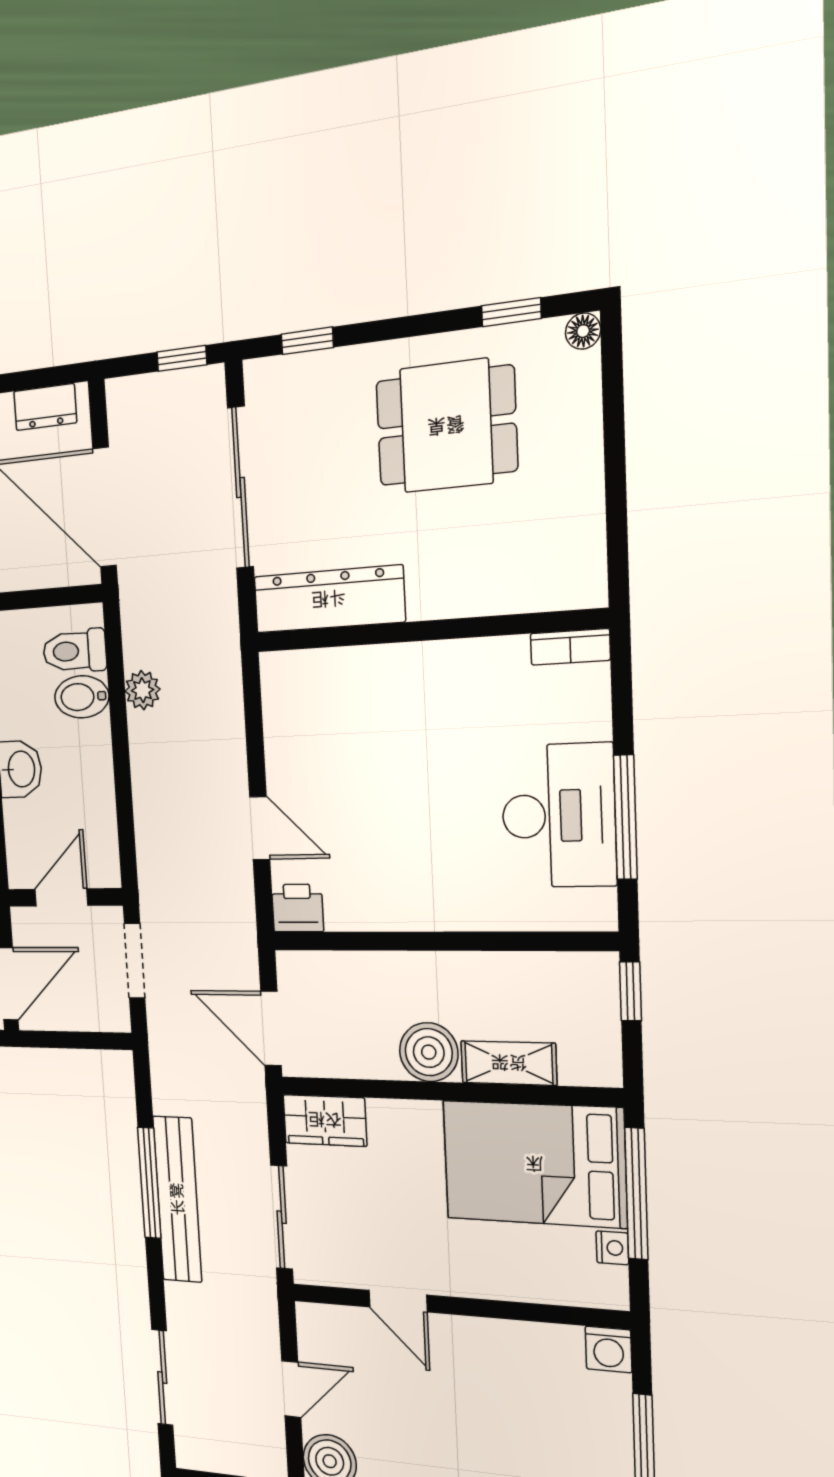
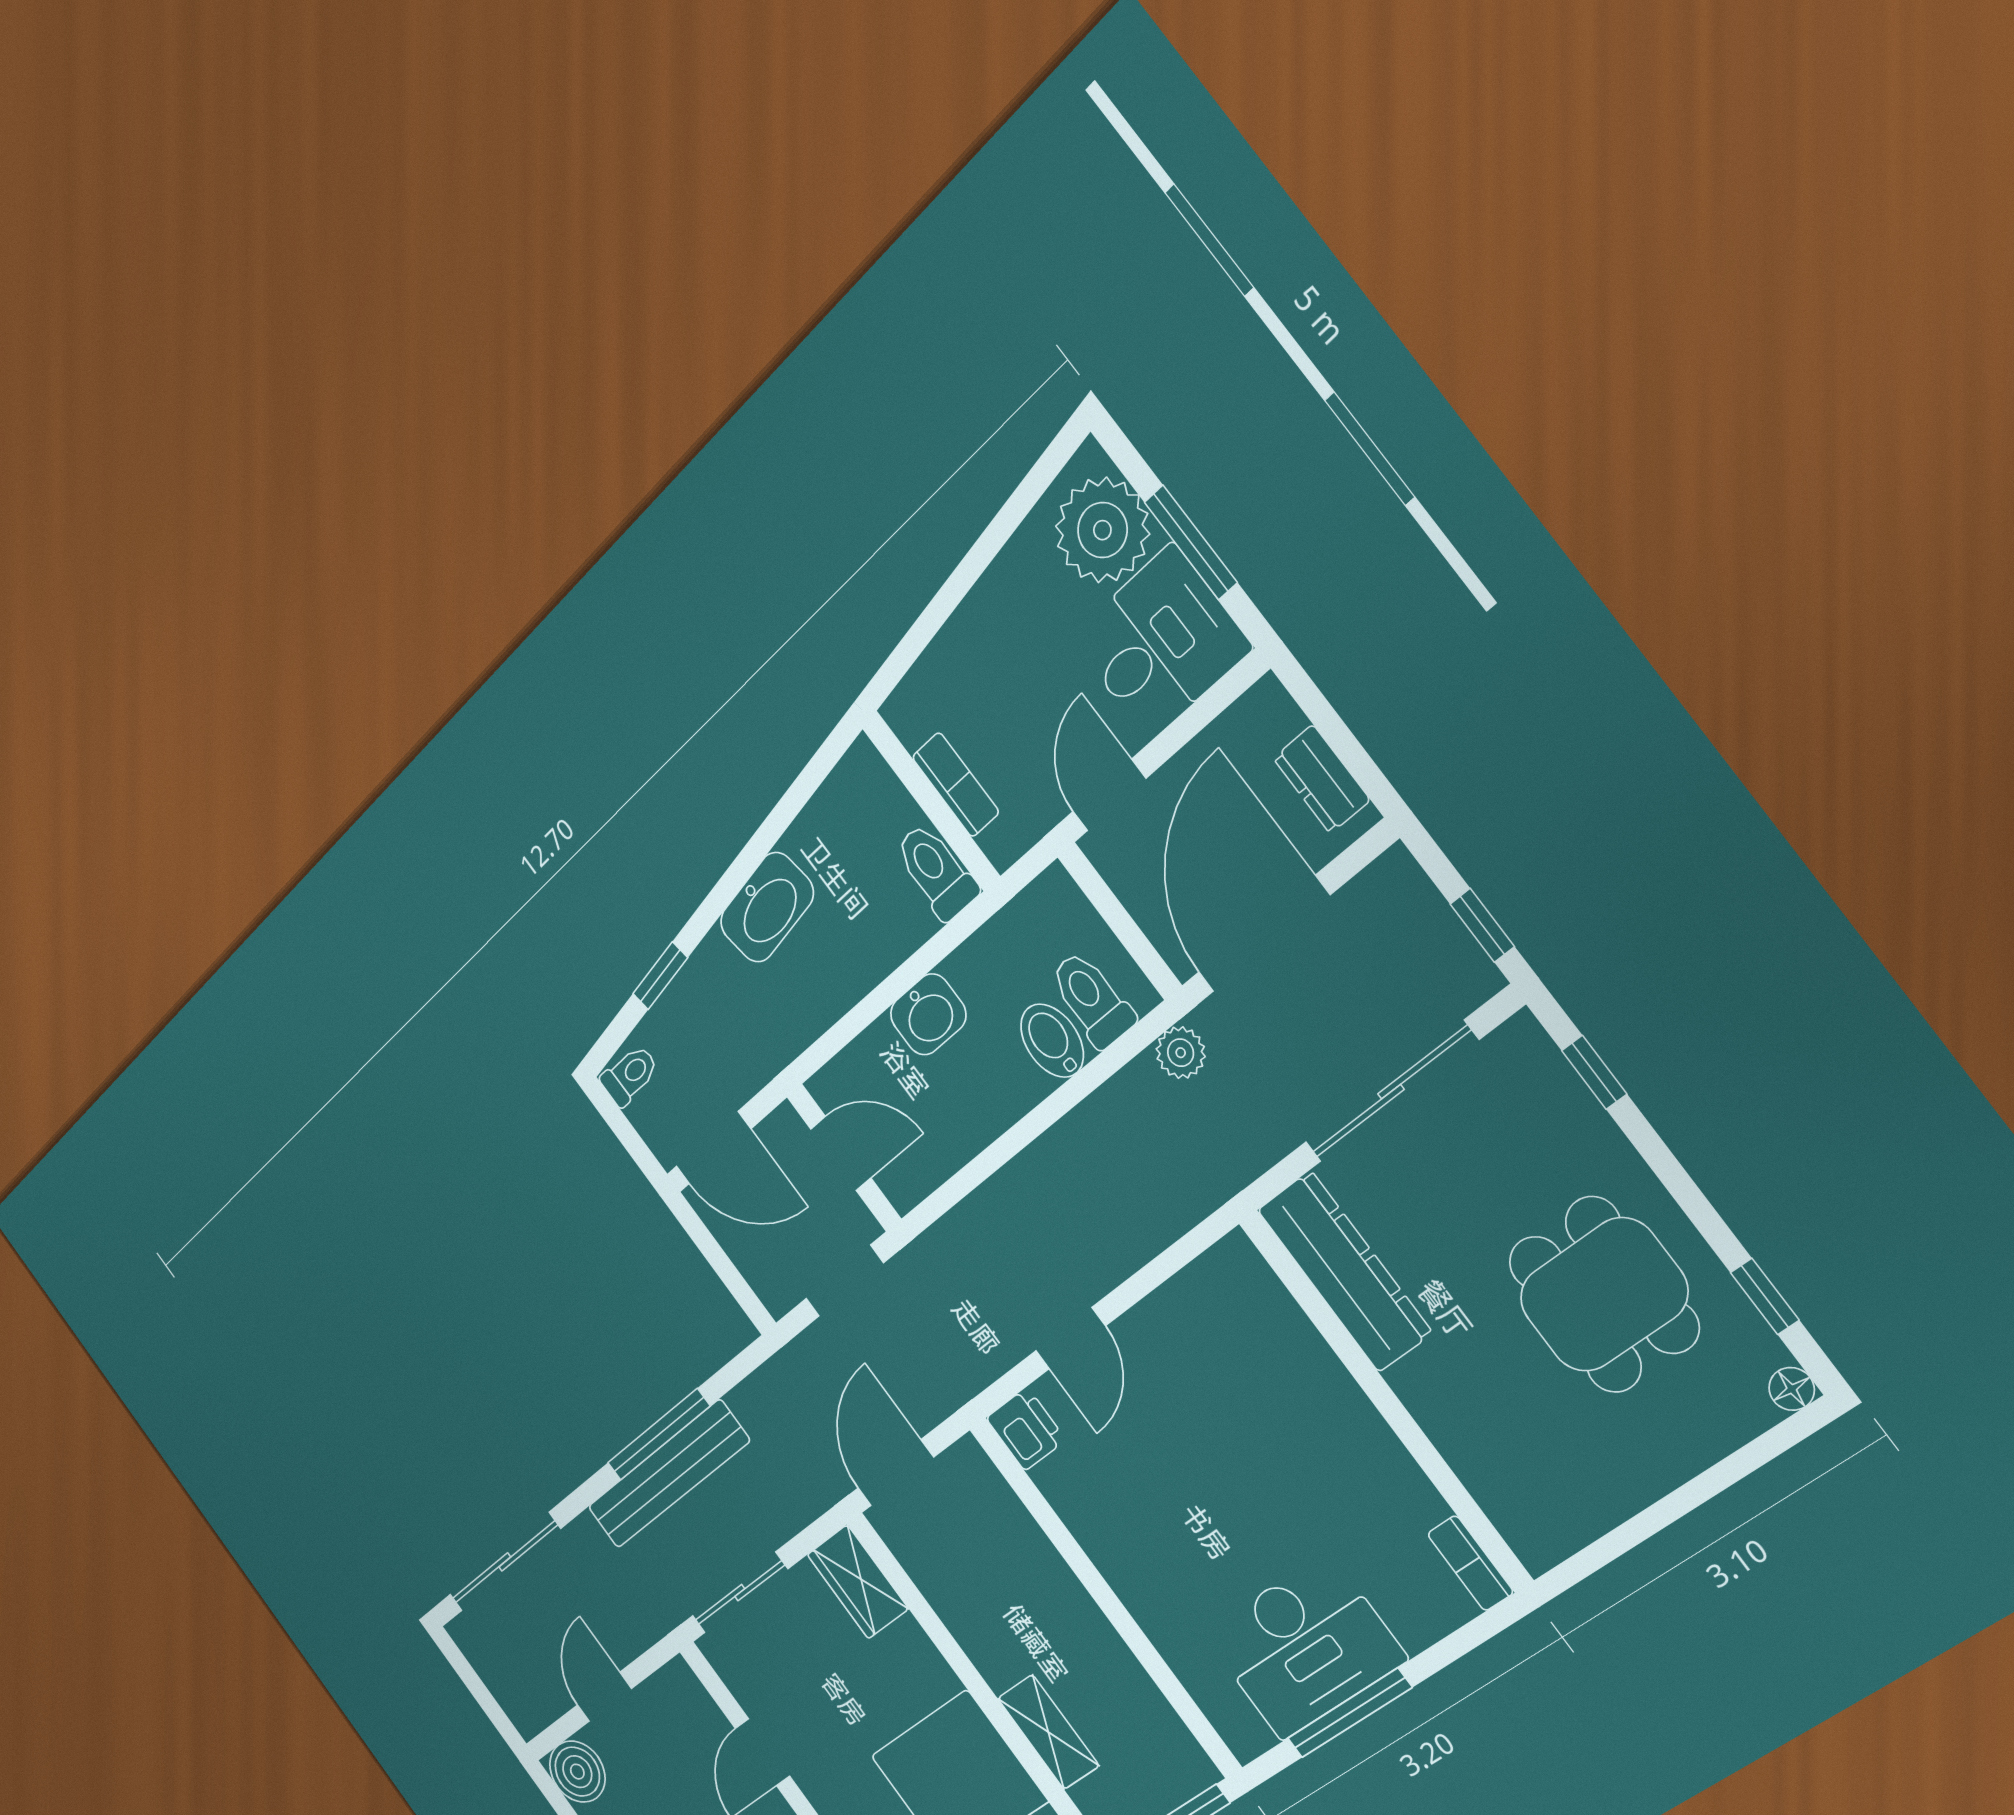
plant: (143, 690) -> (1181, 1053), moved
boiler: (429, 1052) -> (998, 1648), removed
sliding door: (162, 1378) -> (505, 1562), width x1.37
door: (291, 1389) -> (604, 1697), swing flipped

